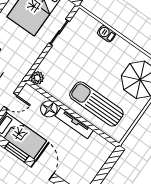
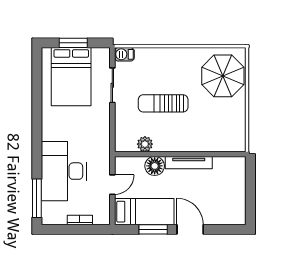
barbecue: (106, 34) -> (124, 54), moved
plant: (37, 78) -> (145, 144), moved
sun lounger: (96, 104) -> (163, 103), moved, width x0.73, depth x0.75

